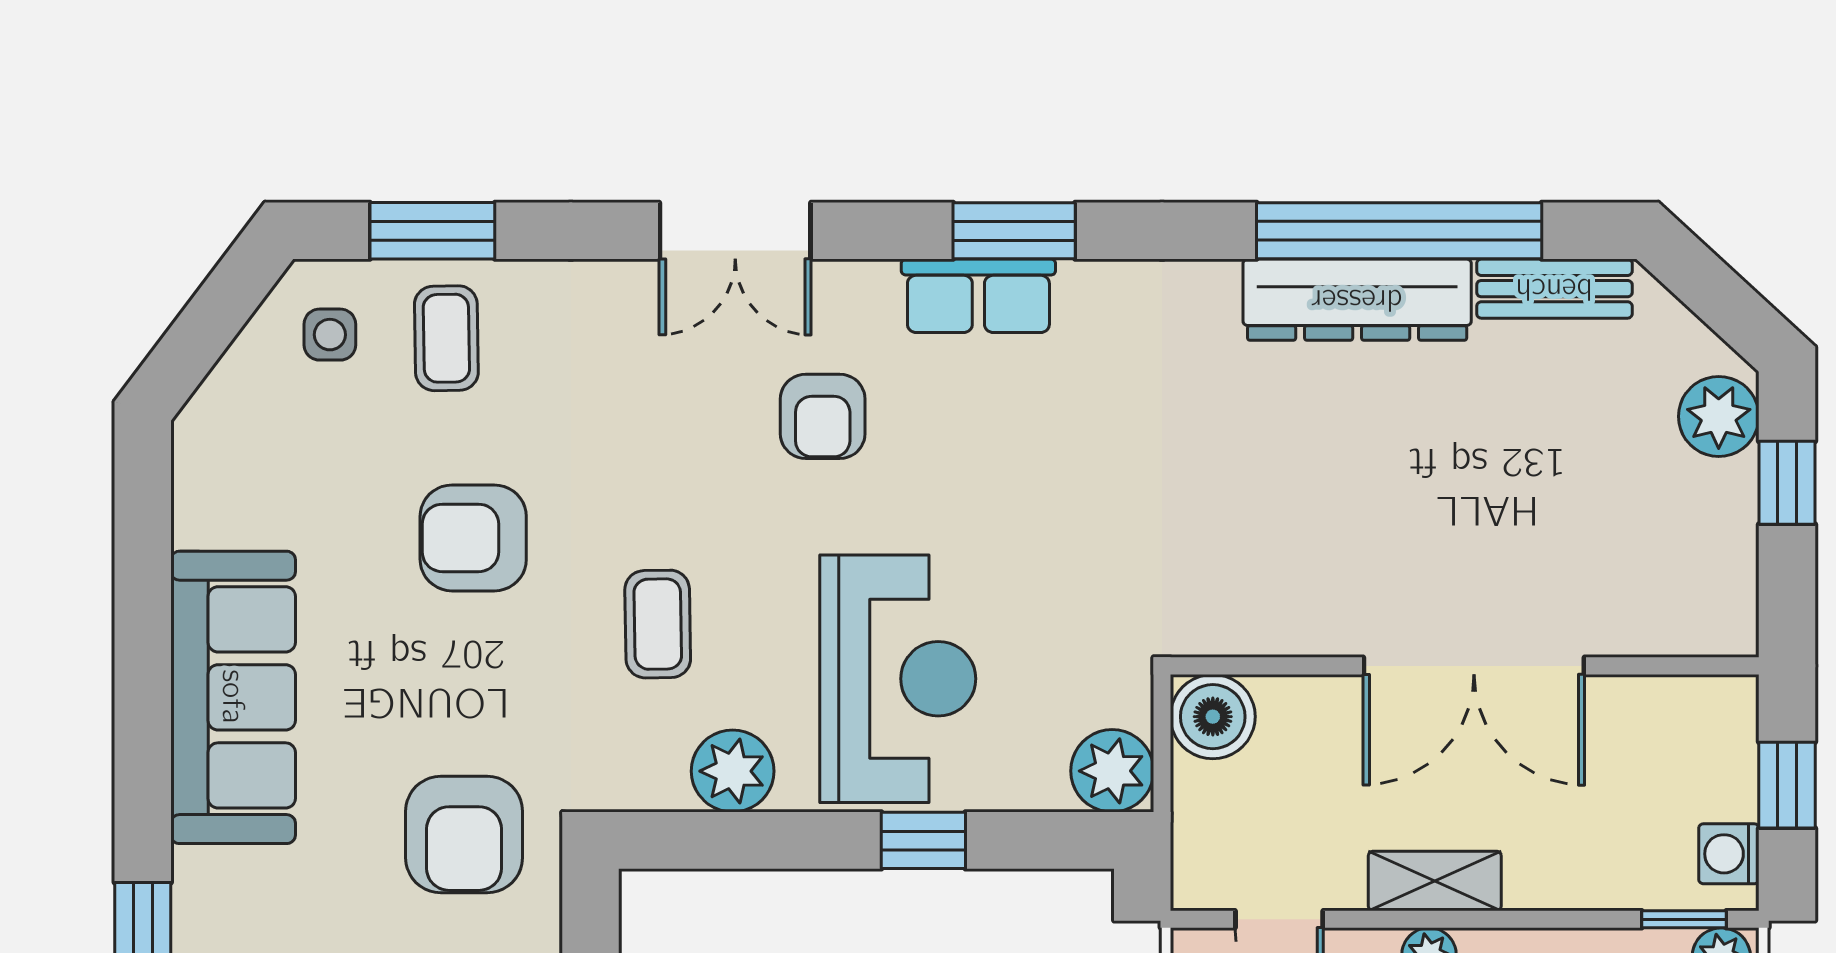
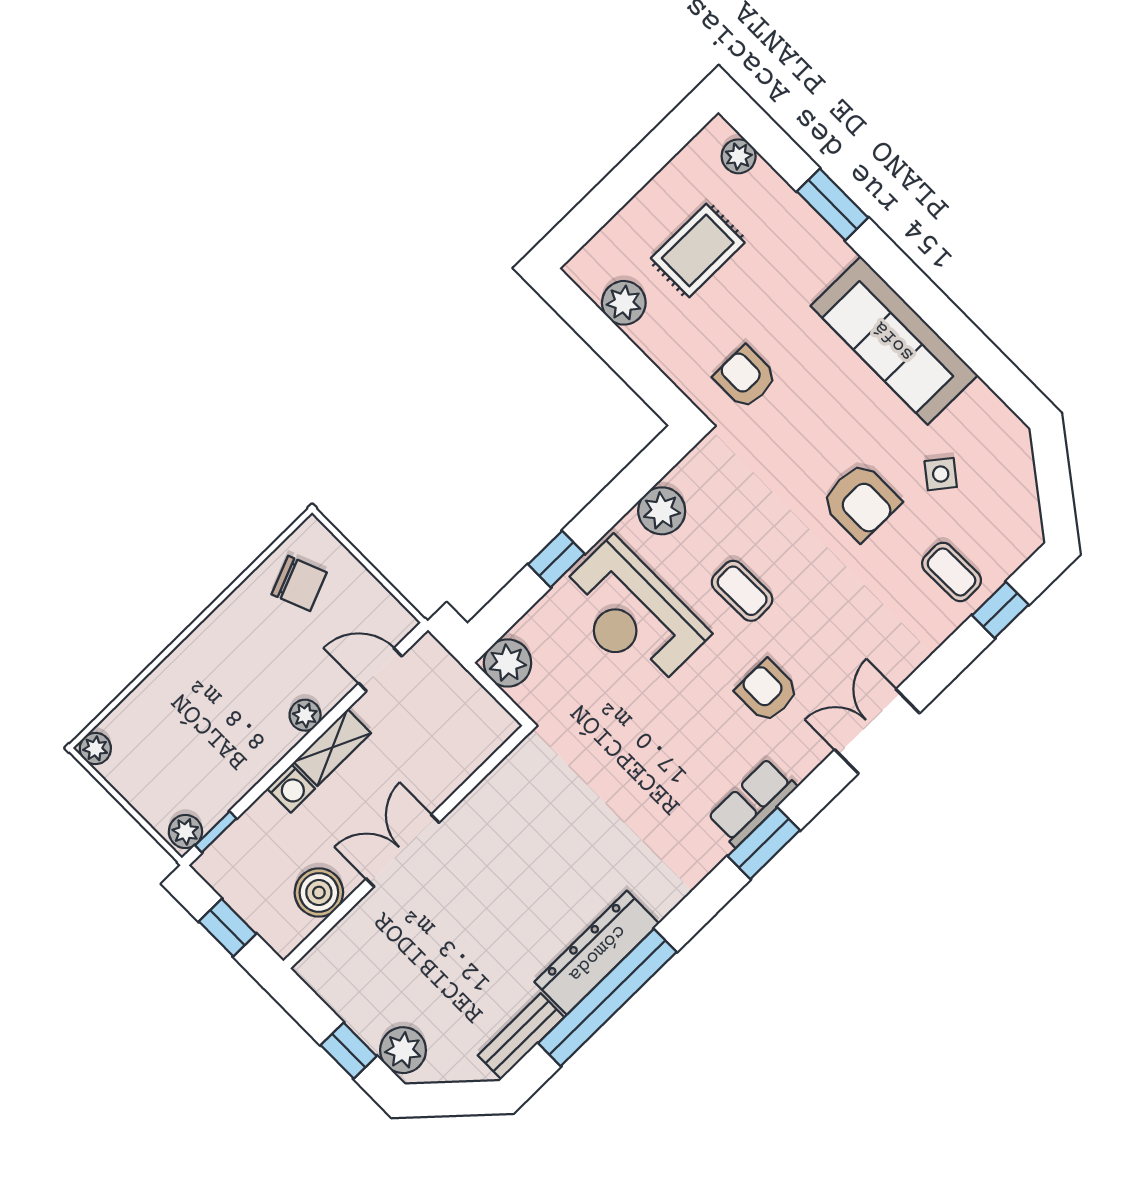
window: (432, 231) -> (1000, 610), width x0.67
side table: (330, 335) -> (941, 474), moved, turned 38
armchair: (473, 538) -> (861, 502), turned 90
coffee table: (658, 624) -> (742, 591), moved
double door: (1474, 666) -> (403, 851), width x0.73
boiler: (1213, 717) -> (319, 893), moved
armchair: (464, 835) -> (745, 377), width x0.72, depth x0.72
washing machine: (1729, 854) -> (291, 789), moved, turned 90

